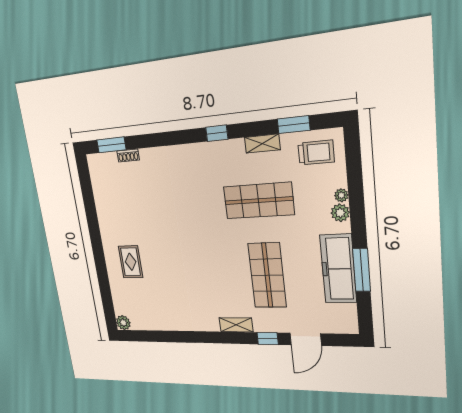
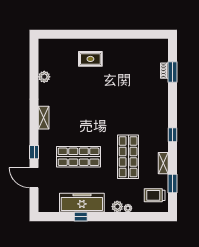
window: (111, 145) -> (172, 72), moved
trolley: (316, 153) -> (155, 195), turned 90
window: (362, 270) -> (81, 217), width x0.46
plant: (123, 323) -> (44, 77), moved
shelving: (236, 325) -> (44, 118), moved

